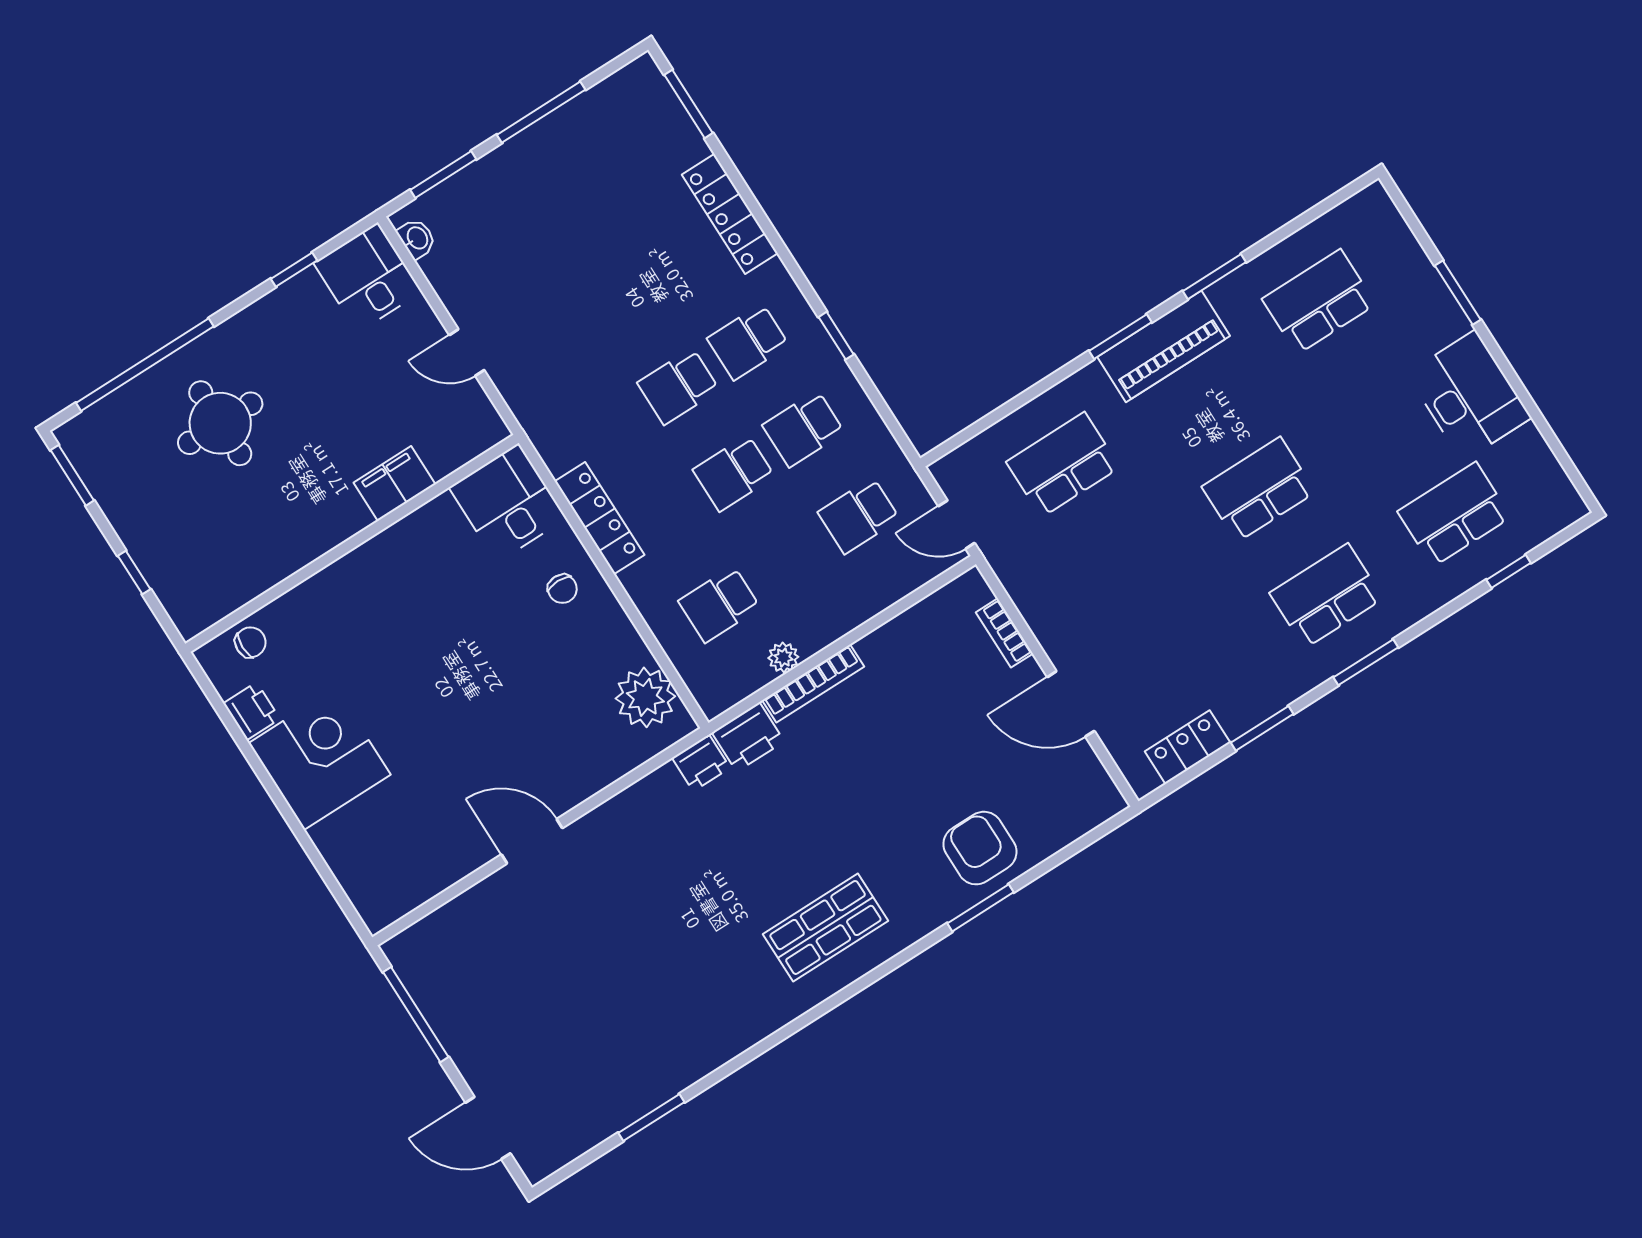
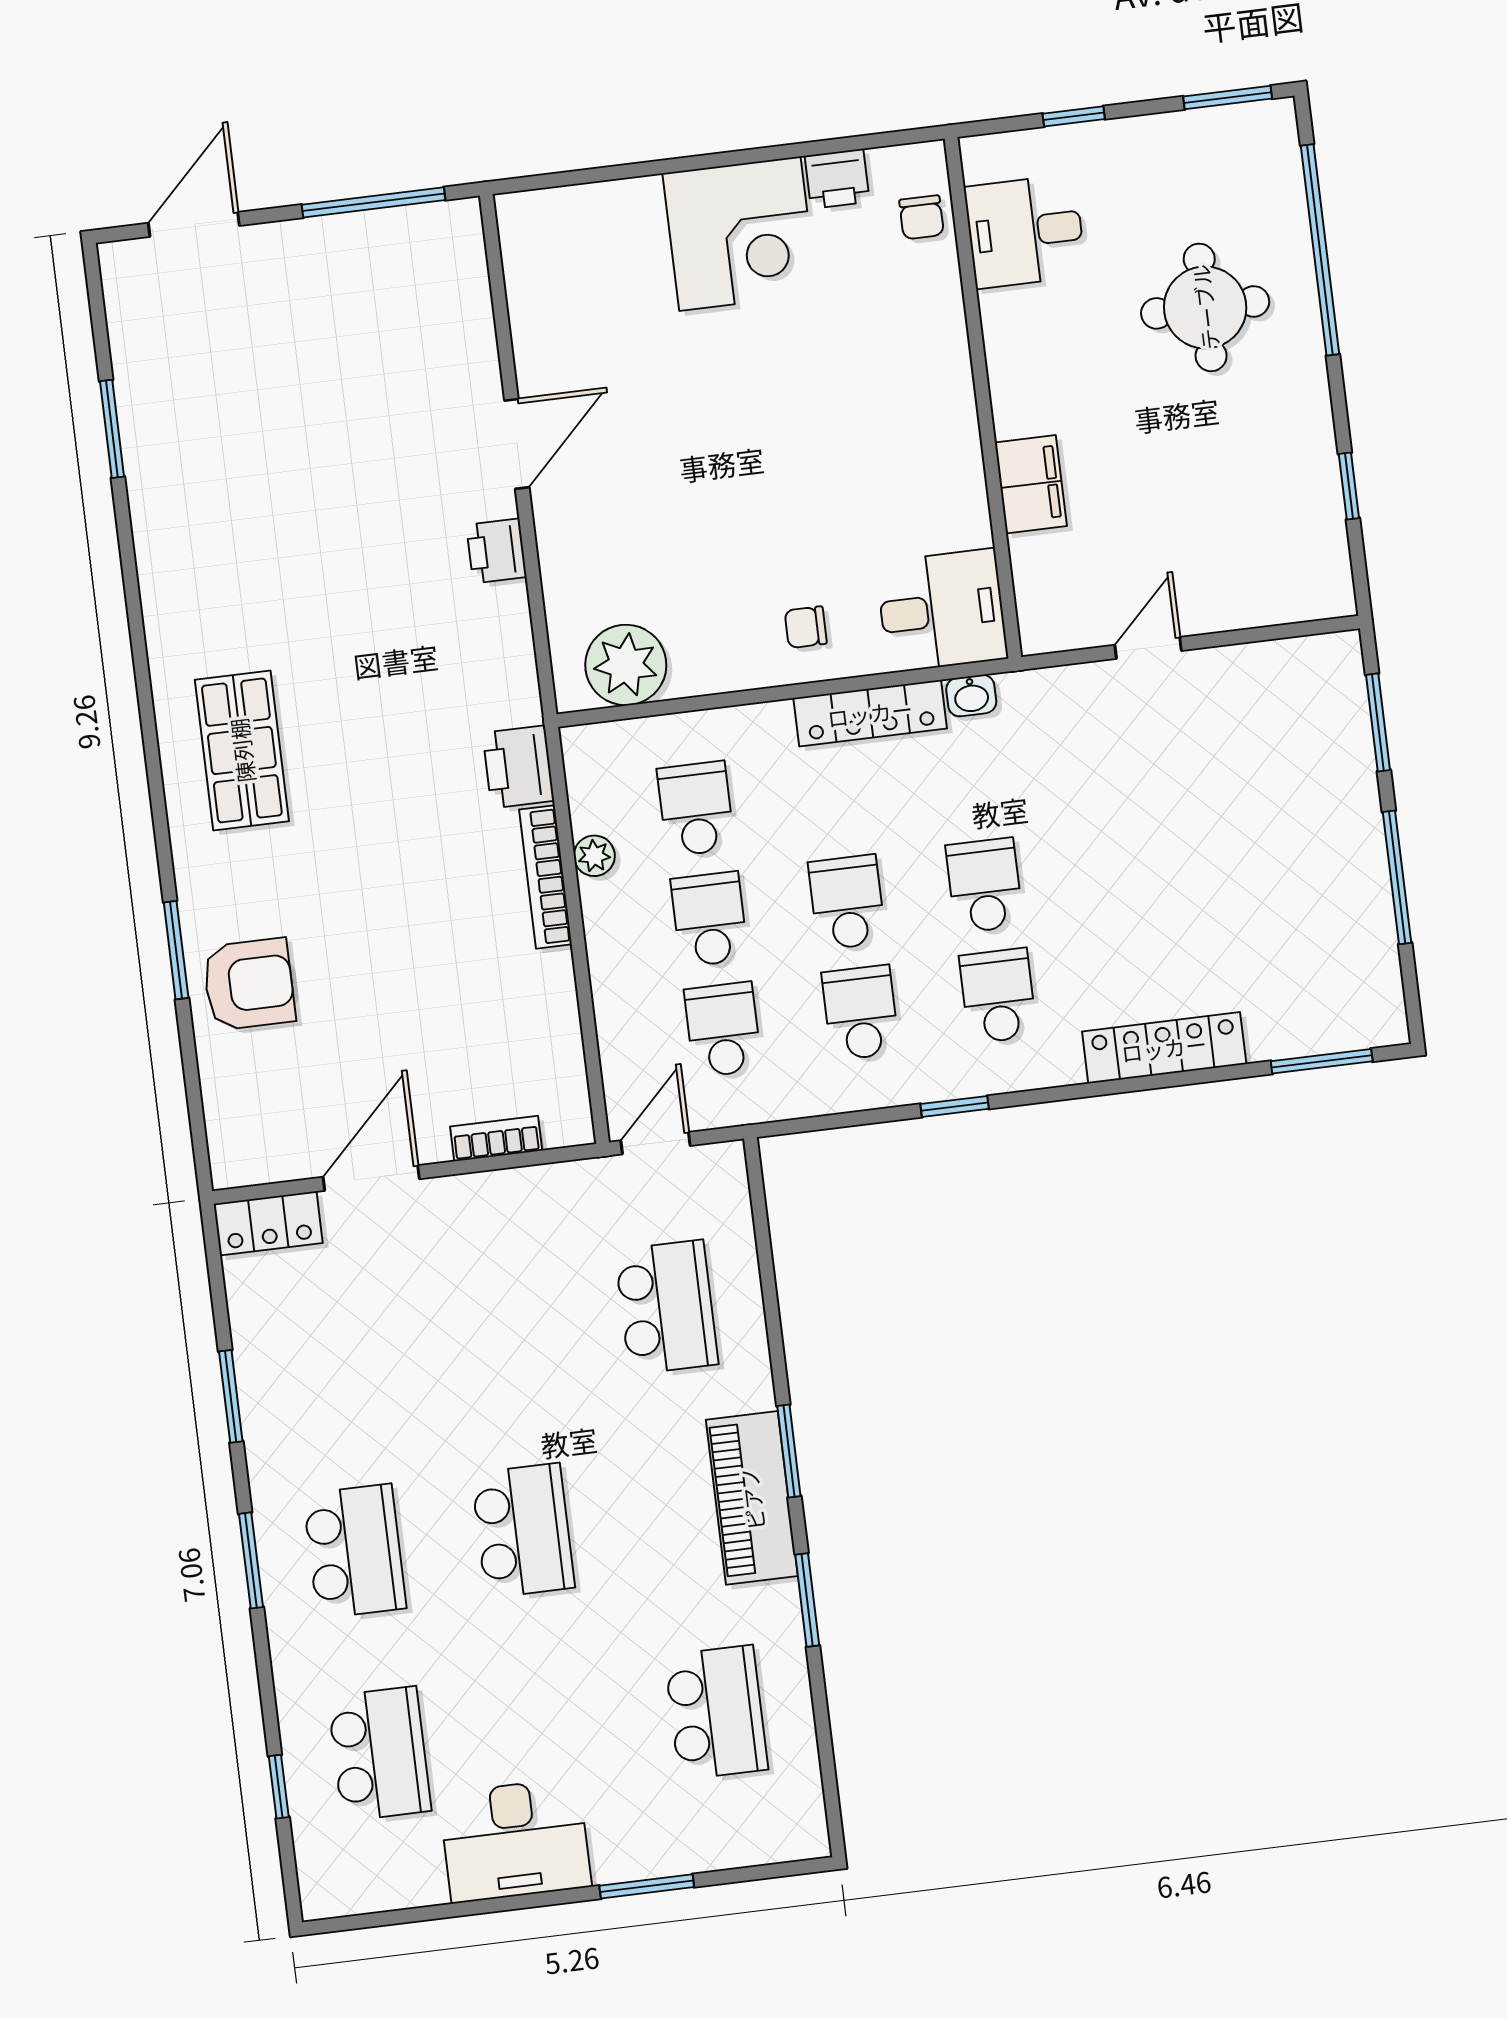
washbasin: (417, 238) -> (971, 696), moved
desk: (368, 277) -> (1025, 231), moved, turned 180
school desk: (789, 560) -> (709, 919), added
locker: (1188, 747) -> (268, 1223), moved, turned 90
printer: (701, 763) -> (496, 551), moved

